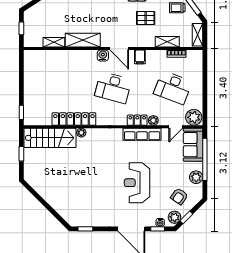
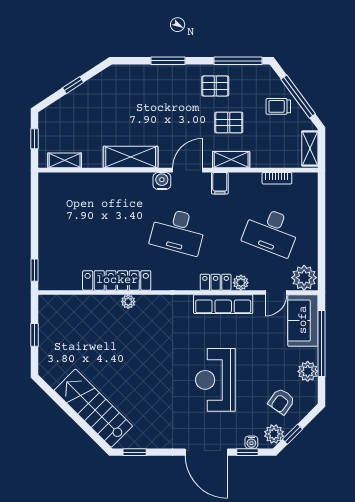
shelving: (54, 42) -> (65, 160), moved
shelving: (167, 42) -> (231, 160), moved
door: (119, 49) -> (188, 170), swing flipped
stairs: (50, 138) -> (93, 408), moved, turned -135

